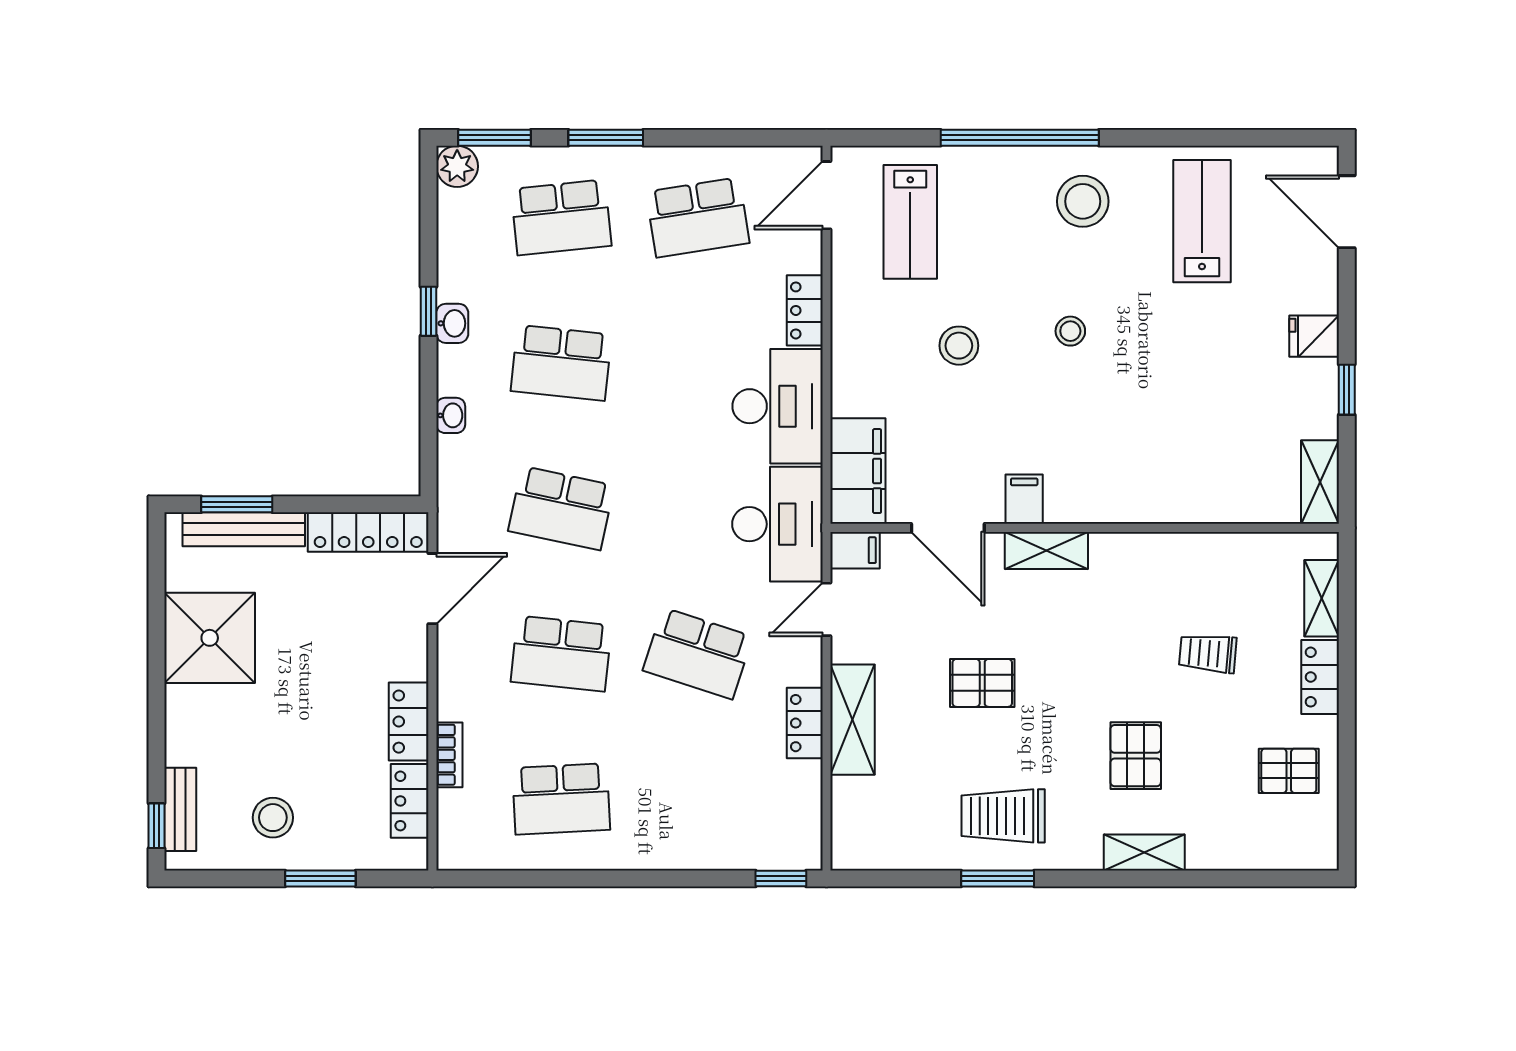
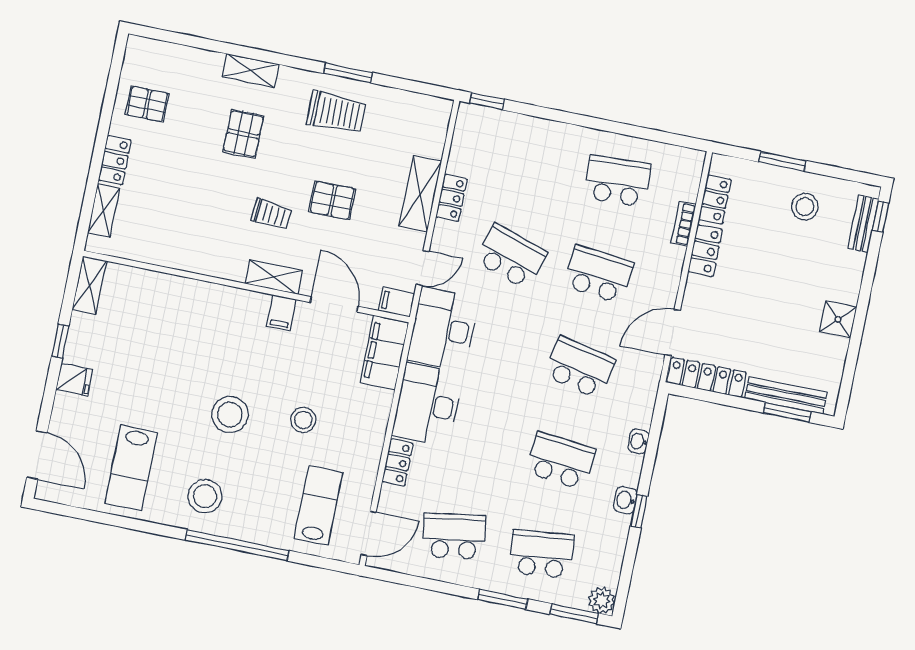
stool: (1070, 331) -> (230, 415), width x1.89, depth x1.89
shower: (210, 638) -> (838, 319), width x0.54, depth x0.54
trolley: (1208, 653) -> (271, 214), moved

